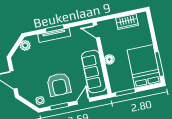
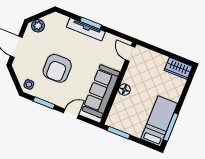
wardrobe: (127, 22) -> (178, 68), moved
plant: (25, 45) -> (38, 26), moved
bed: (144, 66) -> (159, 121), width x0.67
armchair: (59, 84) -> (57, 68), moved

